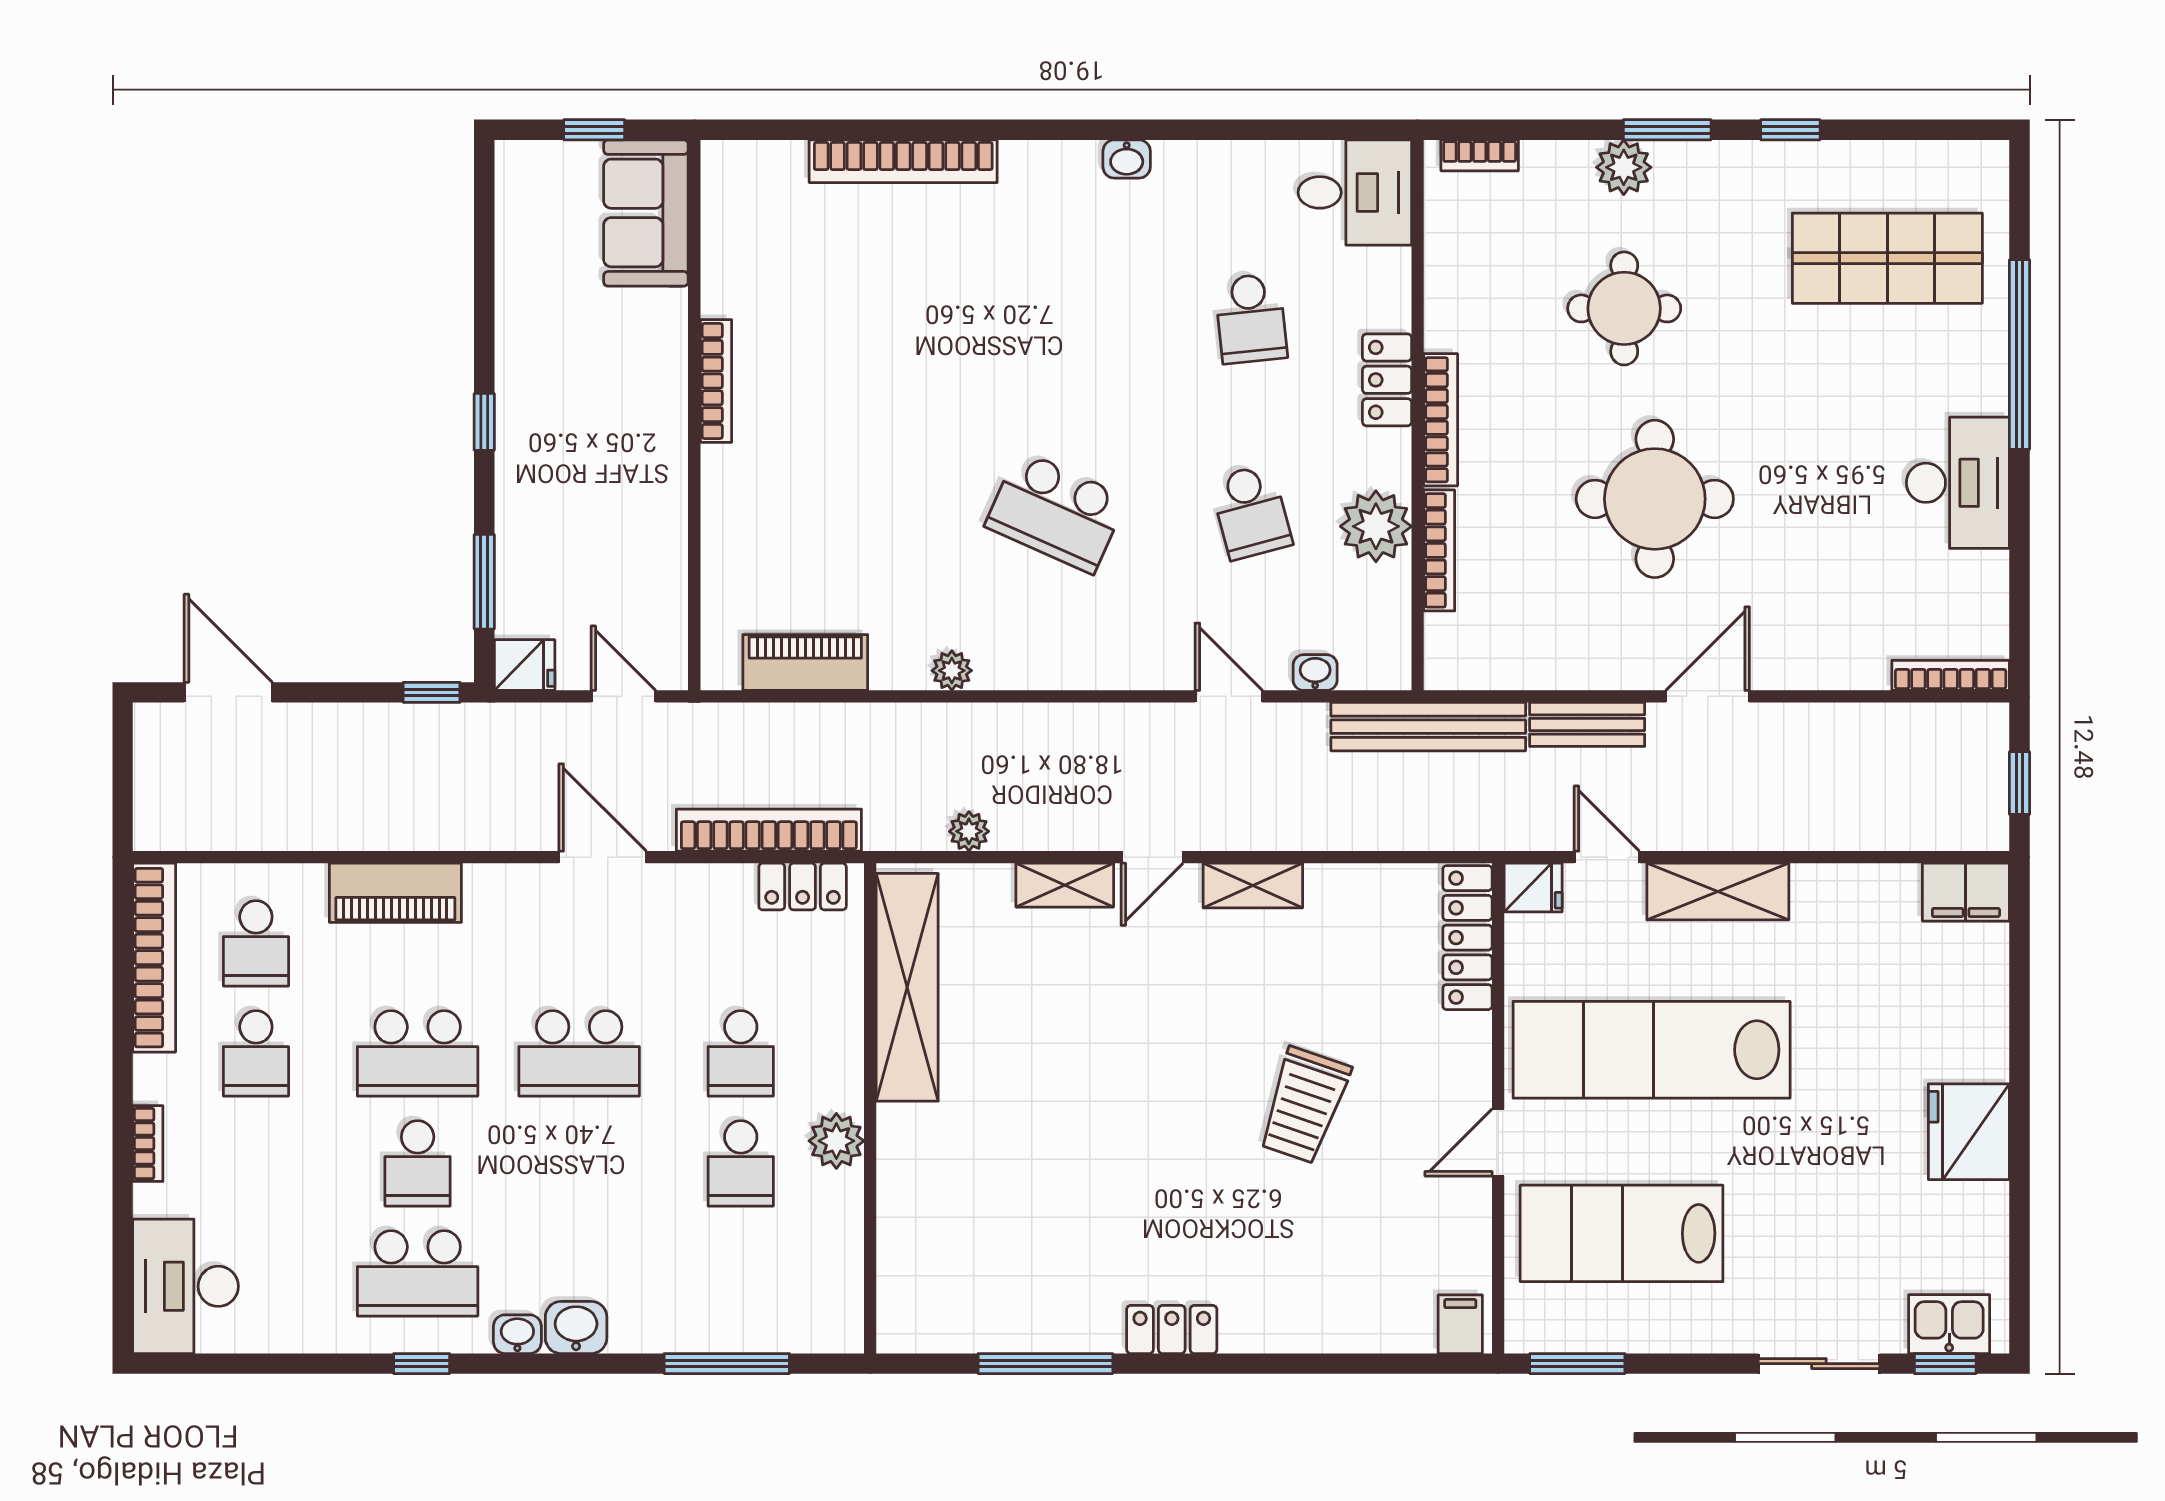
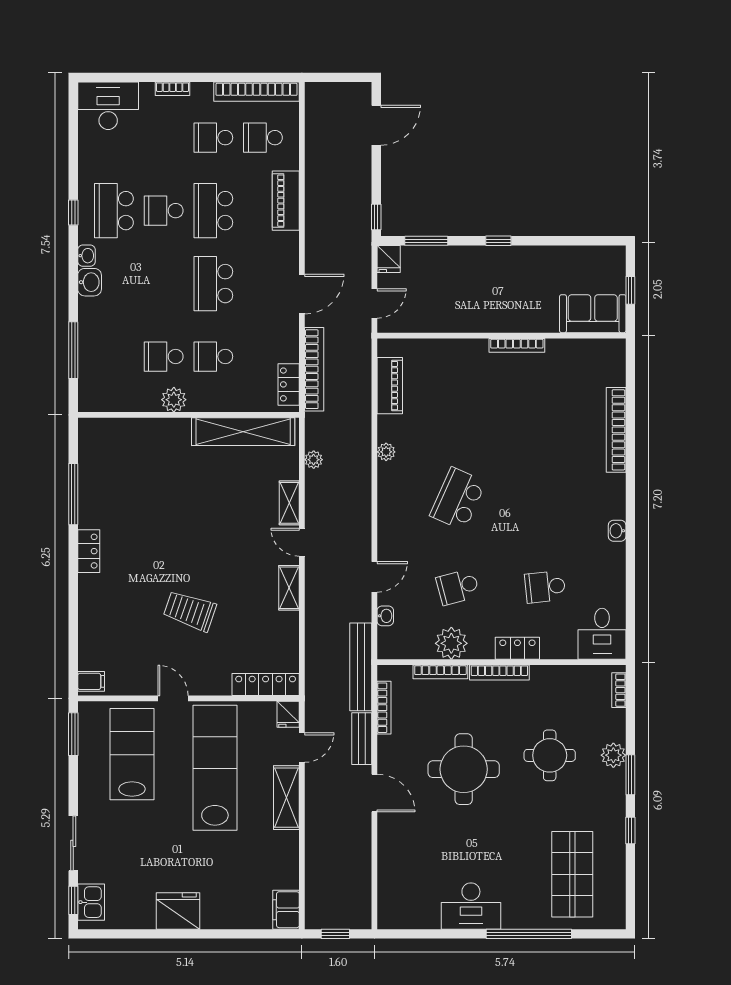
bookcase: (1951, 675) -> (384, 708), moved

